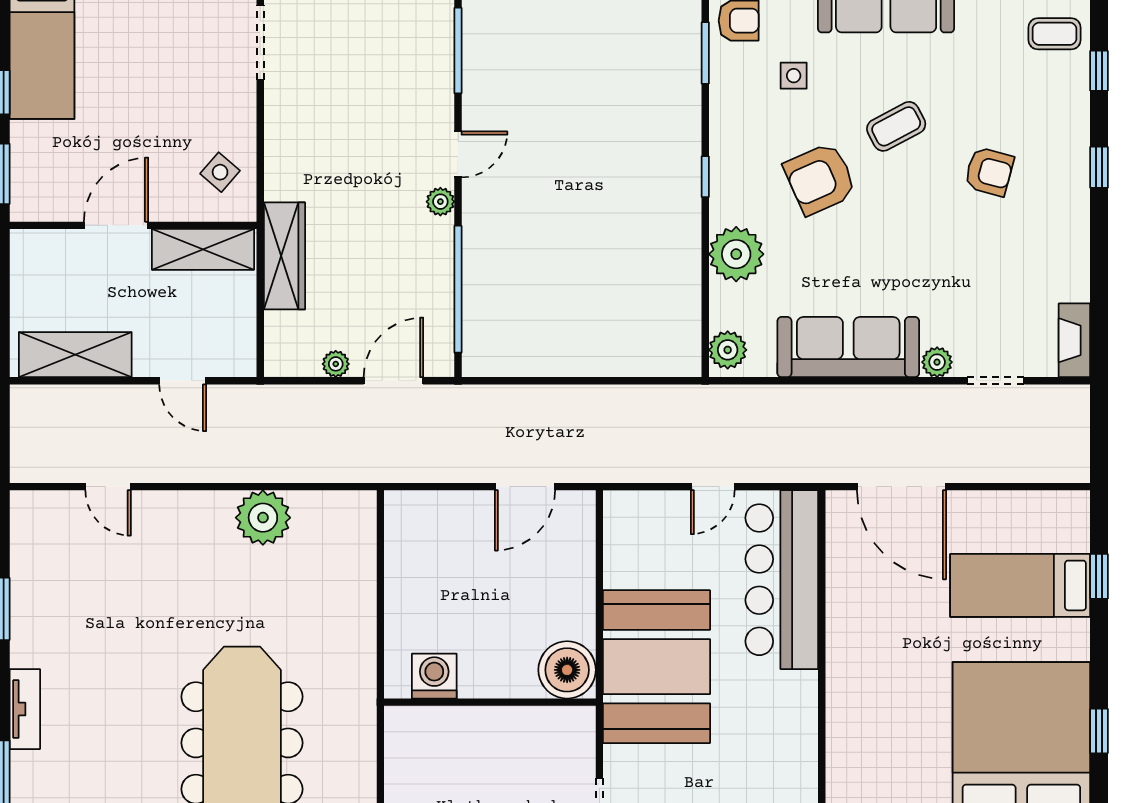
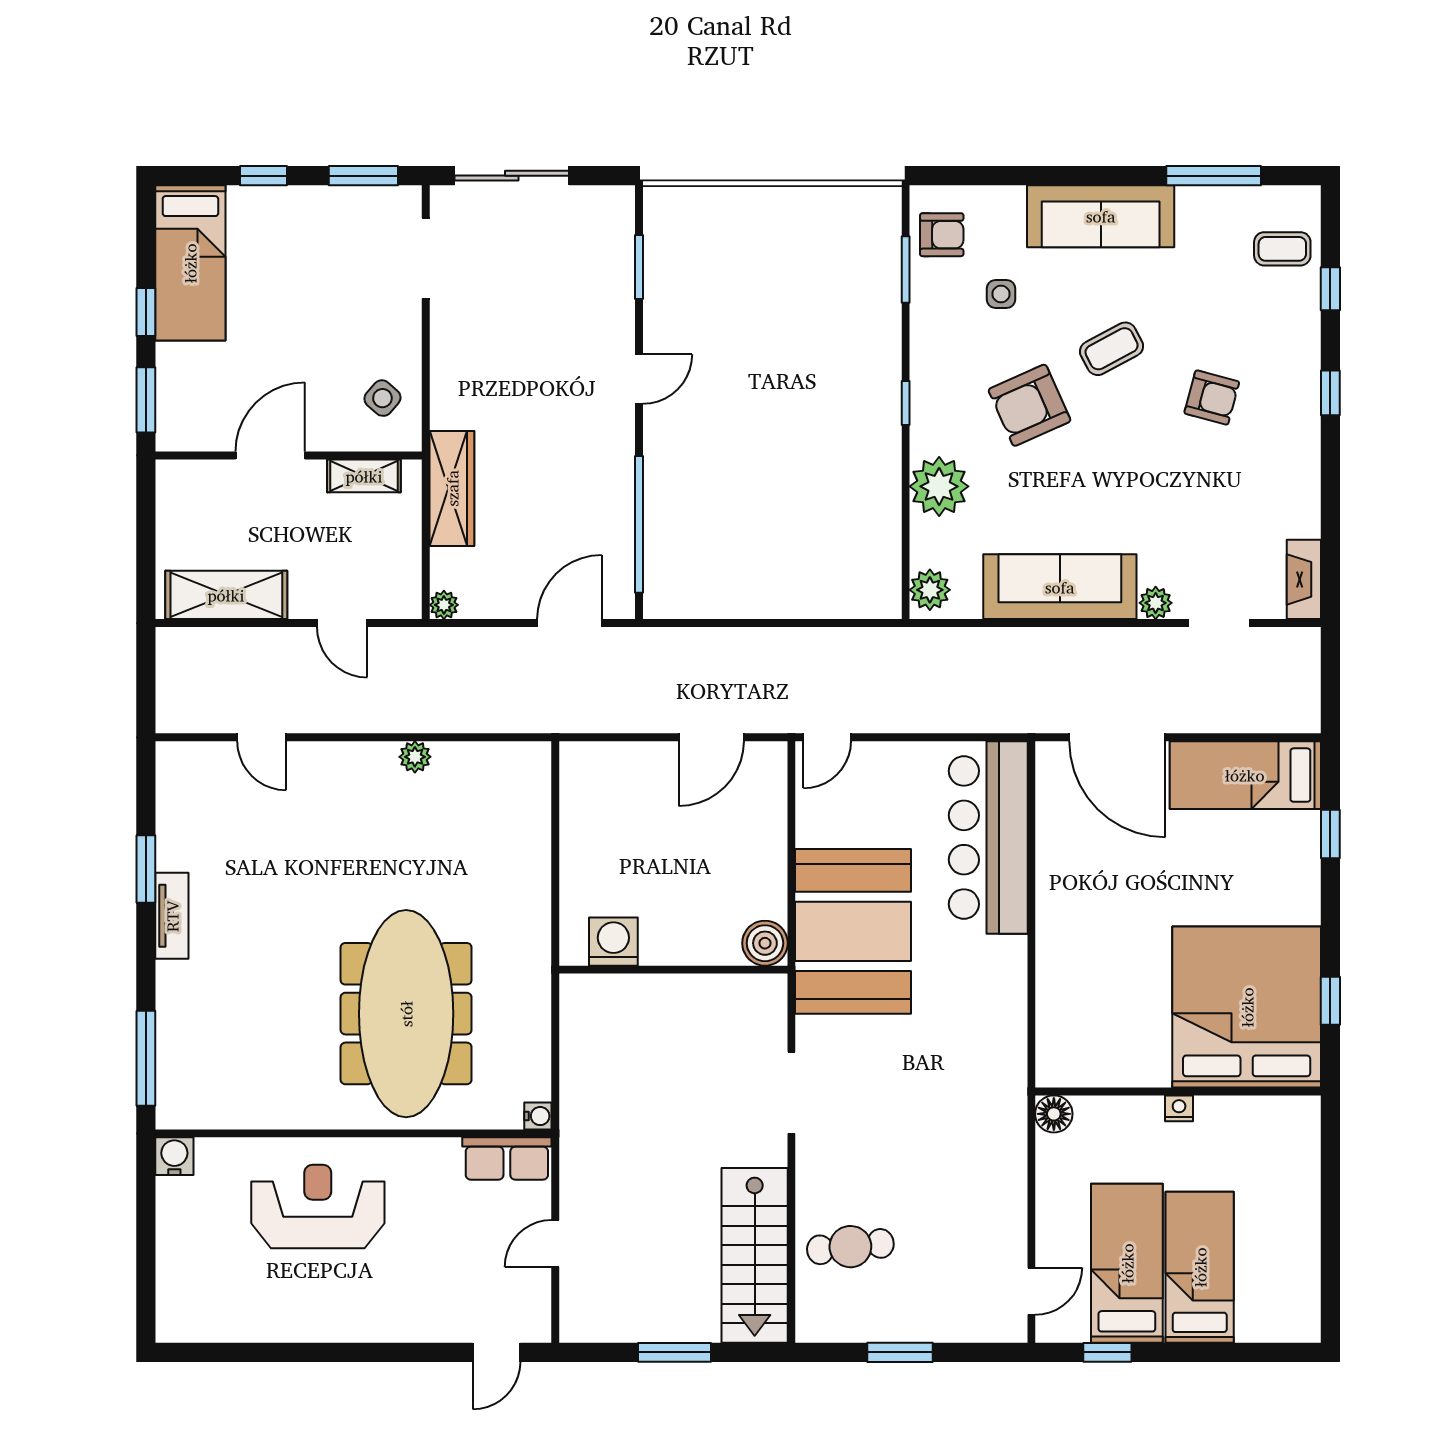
window: (458, 51) -> (639, 267), width x0.69
plant: (440, 202) -> (620, 430), removed
shelving: (203, 249) -> (364, 476), width x0.67, depth x0.75
plant: (336, 364) -> (444, 605), moved
door: (713, 487) -> (827, 737), moved
plant: (263, 518) -> (415, 757), width x0.53, depth x0.53
bed: (1020, 585) -> (1245, 775), moved
boiler: (567, 670) -> (765, 943), width x0.73, depth x0.73
tv unit: (25, 709) -> (172, 916), moved

